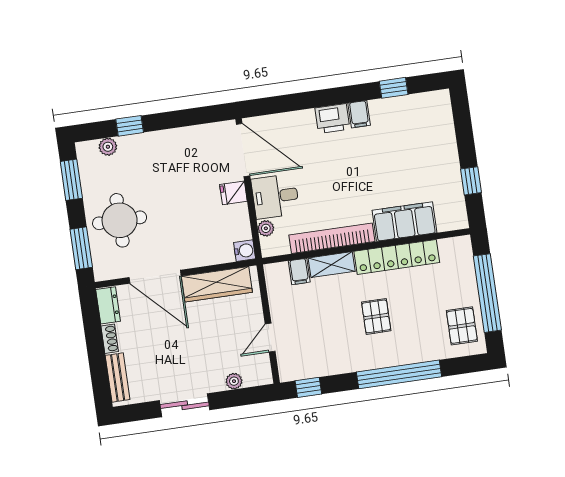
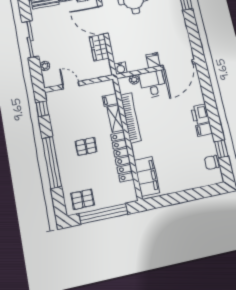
chair: (415, 106) -> (212, 162), added
window: (471, 181) -> (171, 199), removed
filing cabinet: (404, 221) -> (147, 176), moved
door: (155, 277) -> (103, 20), hinge flipped
wardrobe: (217, 284) -> (99, 48), width x0.67
sliding door: (185, 405) -> (30, 39), width x1.37

